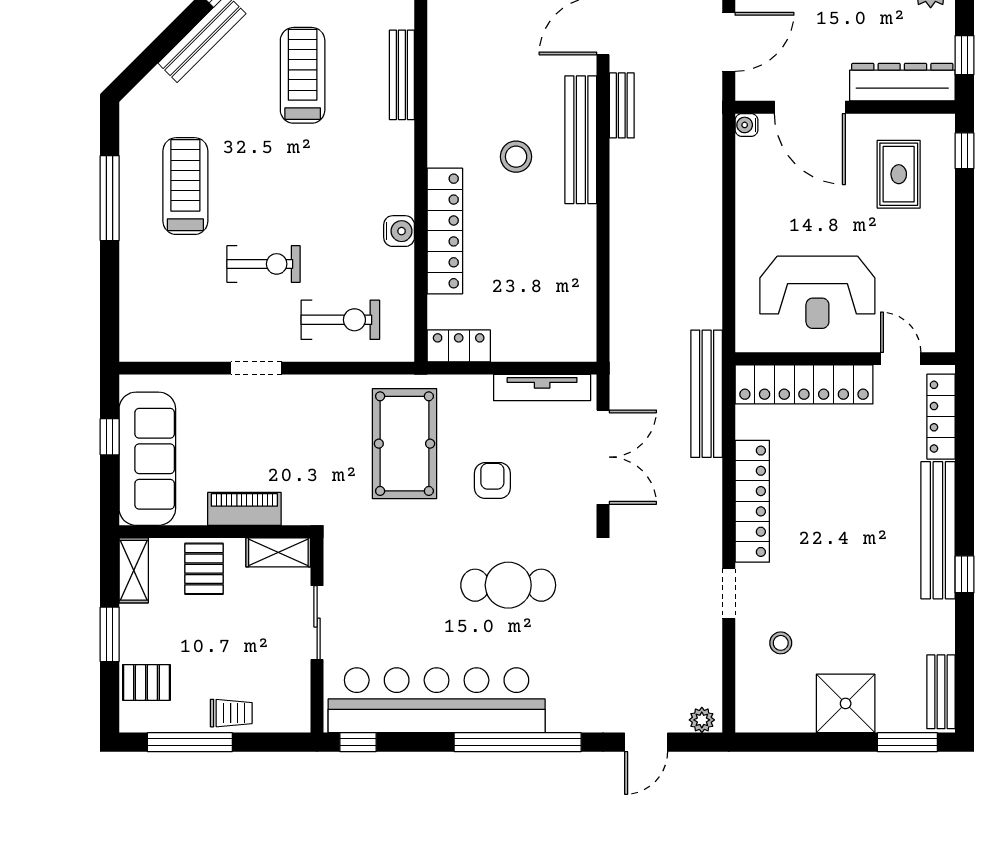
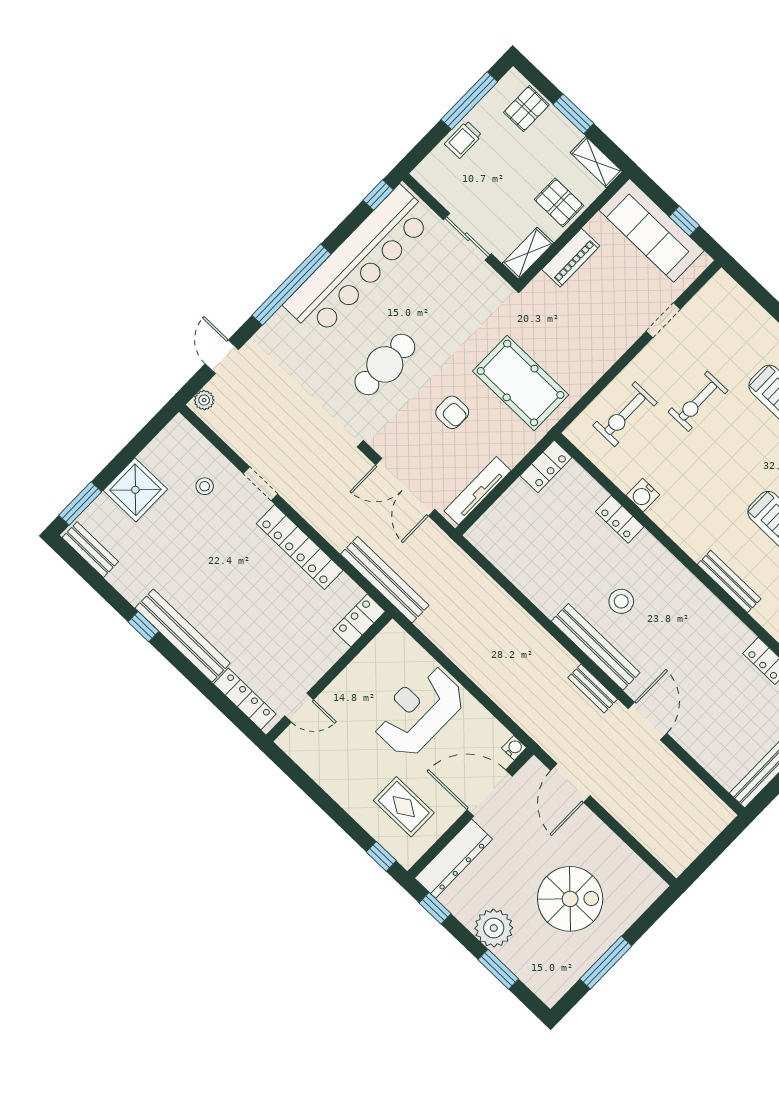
locker: (445, 231) -> (620, 519), width x0.46, depth x0.83
reception desk: (817, 292) -> (419, 711), moved
doorway: (256, 368) -> (663, 320), moved
locker: (804, 384) -> (359, 620), width x0.46, depth x0.83

